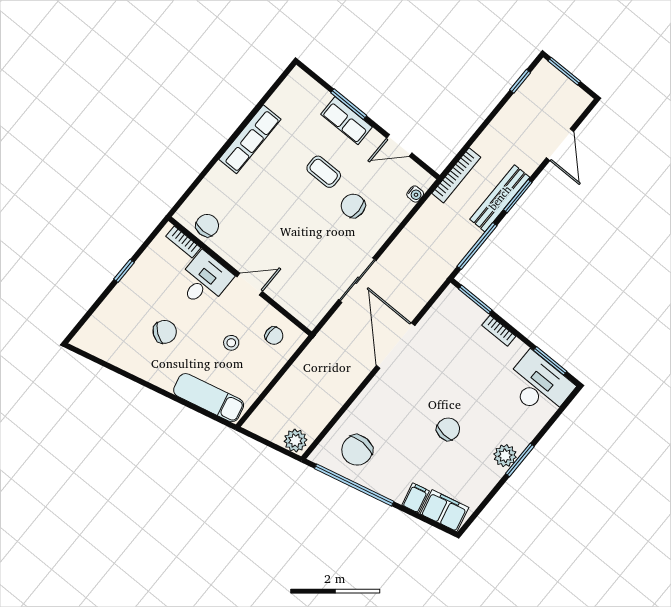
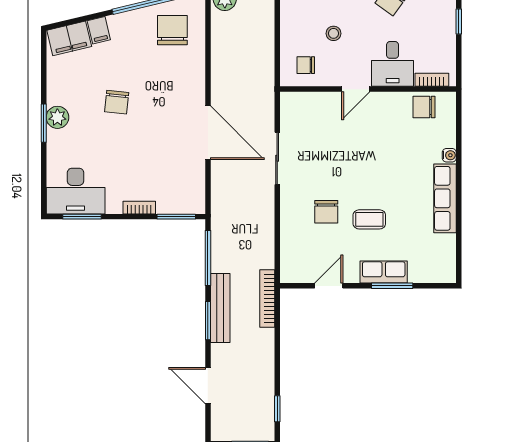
water cooler: (415, 194) -> (449, 155), moved, turned 180
chair: (353, 206) -> (326, 212), turned 90
chair: (207, 225) -> (424, 107), turned 90

